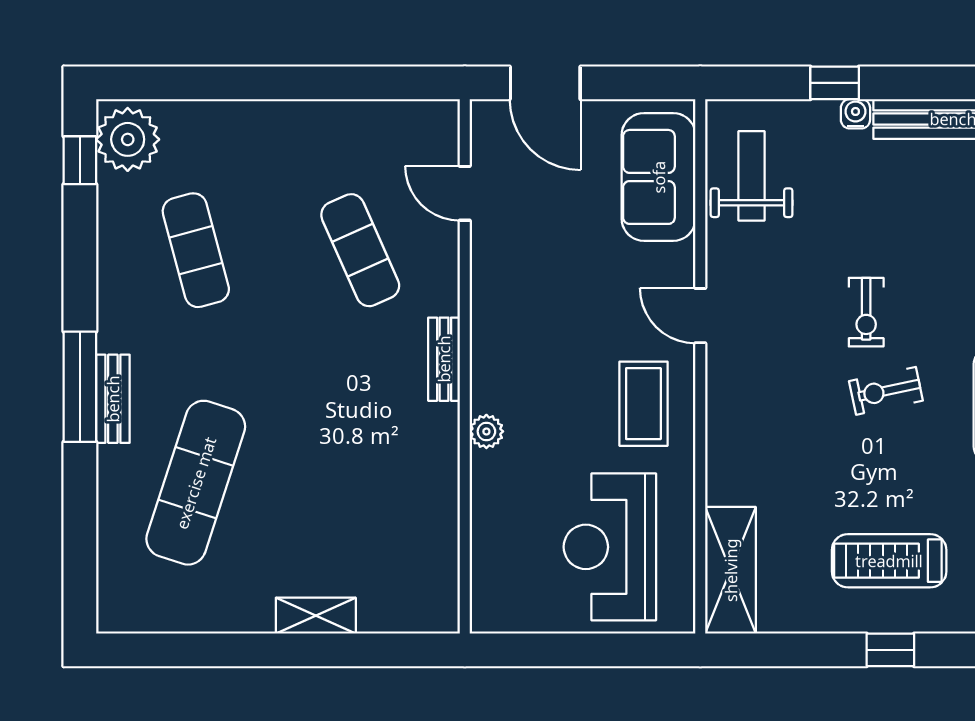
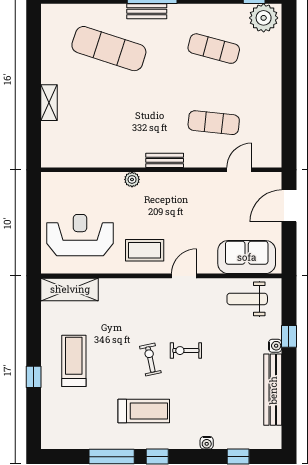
weight bench: (752, 176) -> (247, 299), turned 180
exercise mat: (196, 250) -> (214, 49), turned 30
exercise mat: (360, 250) -> (214, 123), turned 30
window: (890, 650) -> (34, 377), moved

